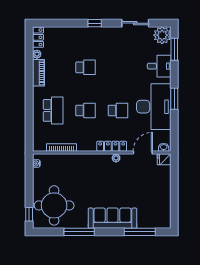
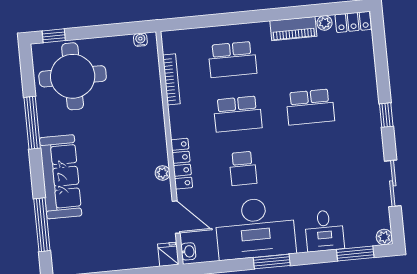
plant: (162, 35) -> (384, 237), width x0.53, depth x0.53
school desk: (86, 67) -> (310, 107), width x1.85
school desk: (86, 110) -> (238, 114), width x1.85

